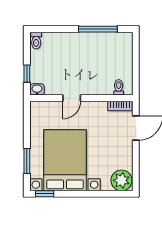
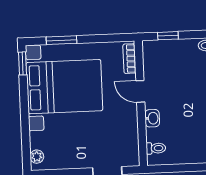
washbasin: (37, 89) -> (152, 118), moved
bookcase: (120, 106) -> (129, 59), moved
plant: (121, 180) -> (37, 157), width x0.53, depth x0.53

